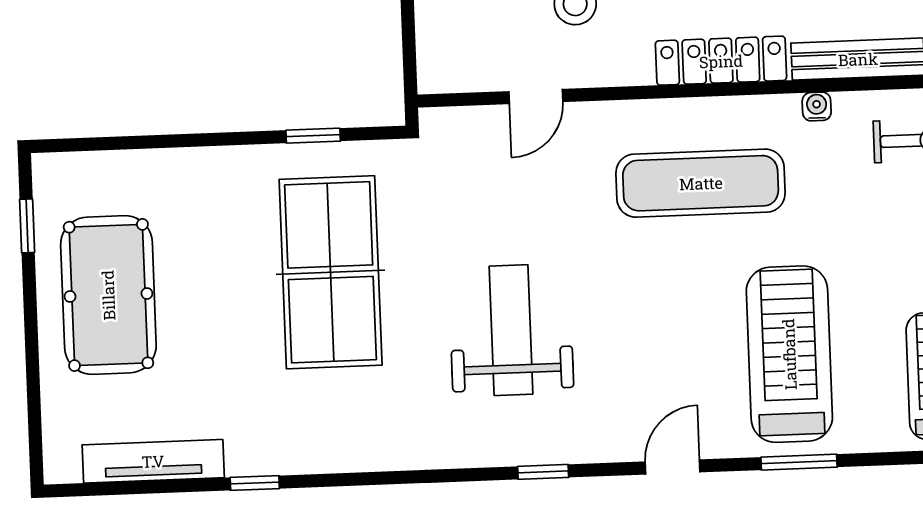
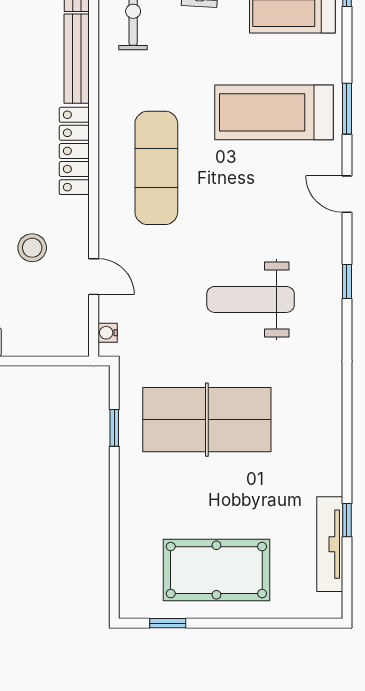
water cooler: (817, 107) -> (108, 333), moved
window: (255, 483) -> (347, 520), moved

